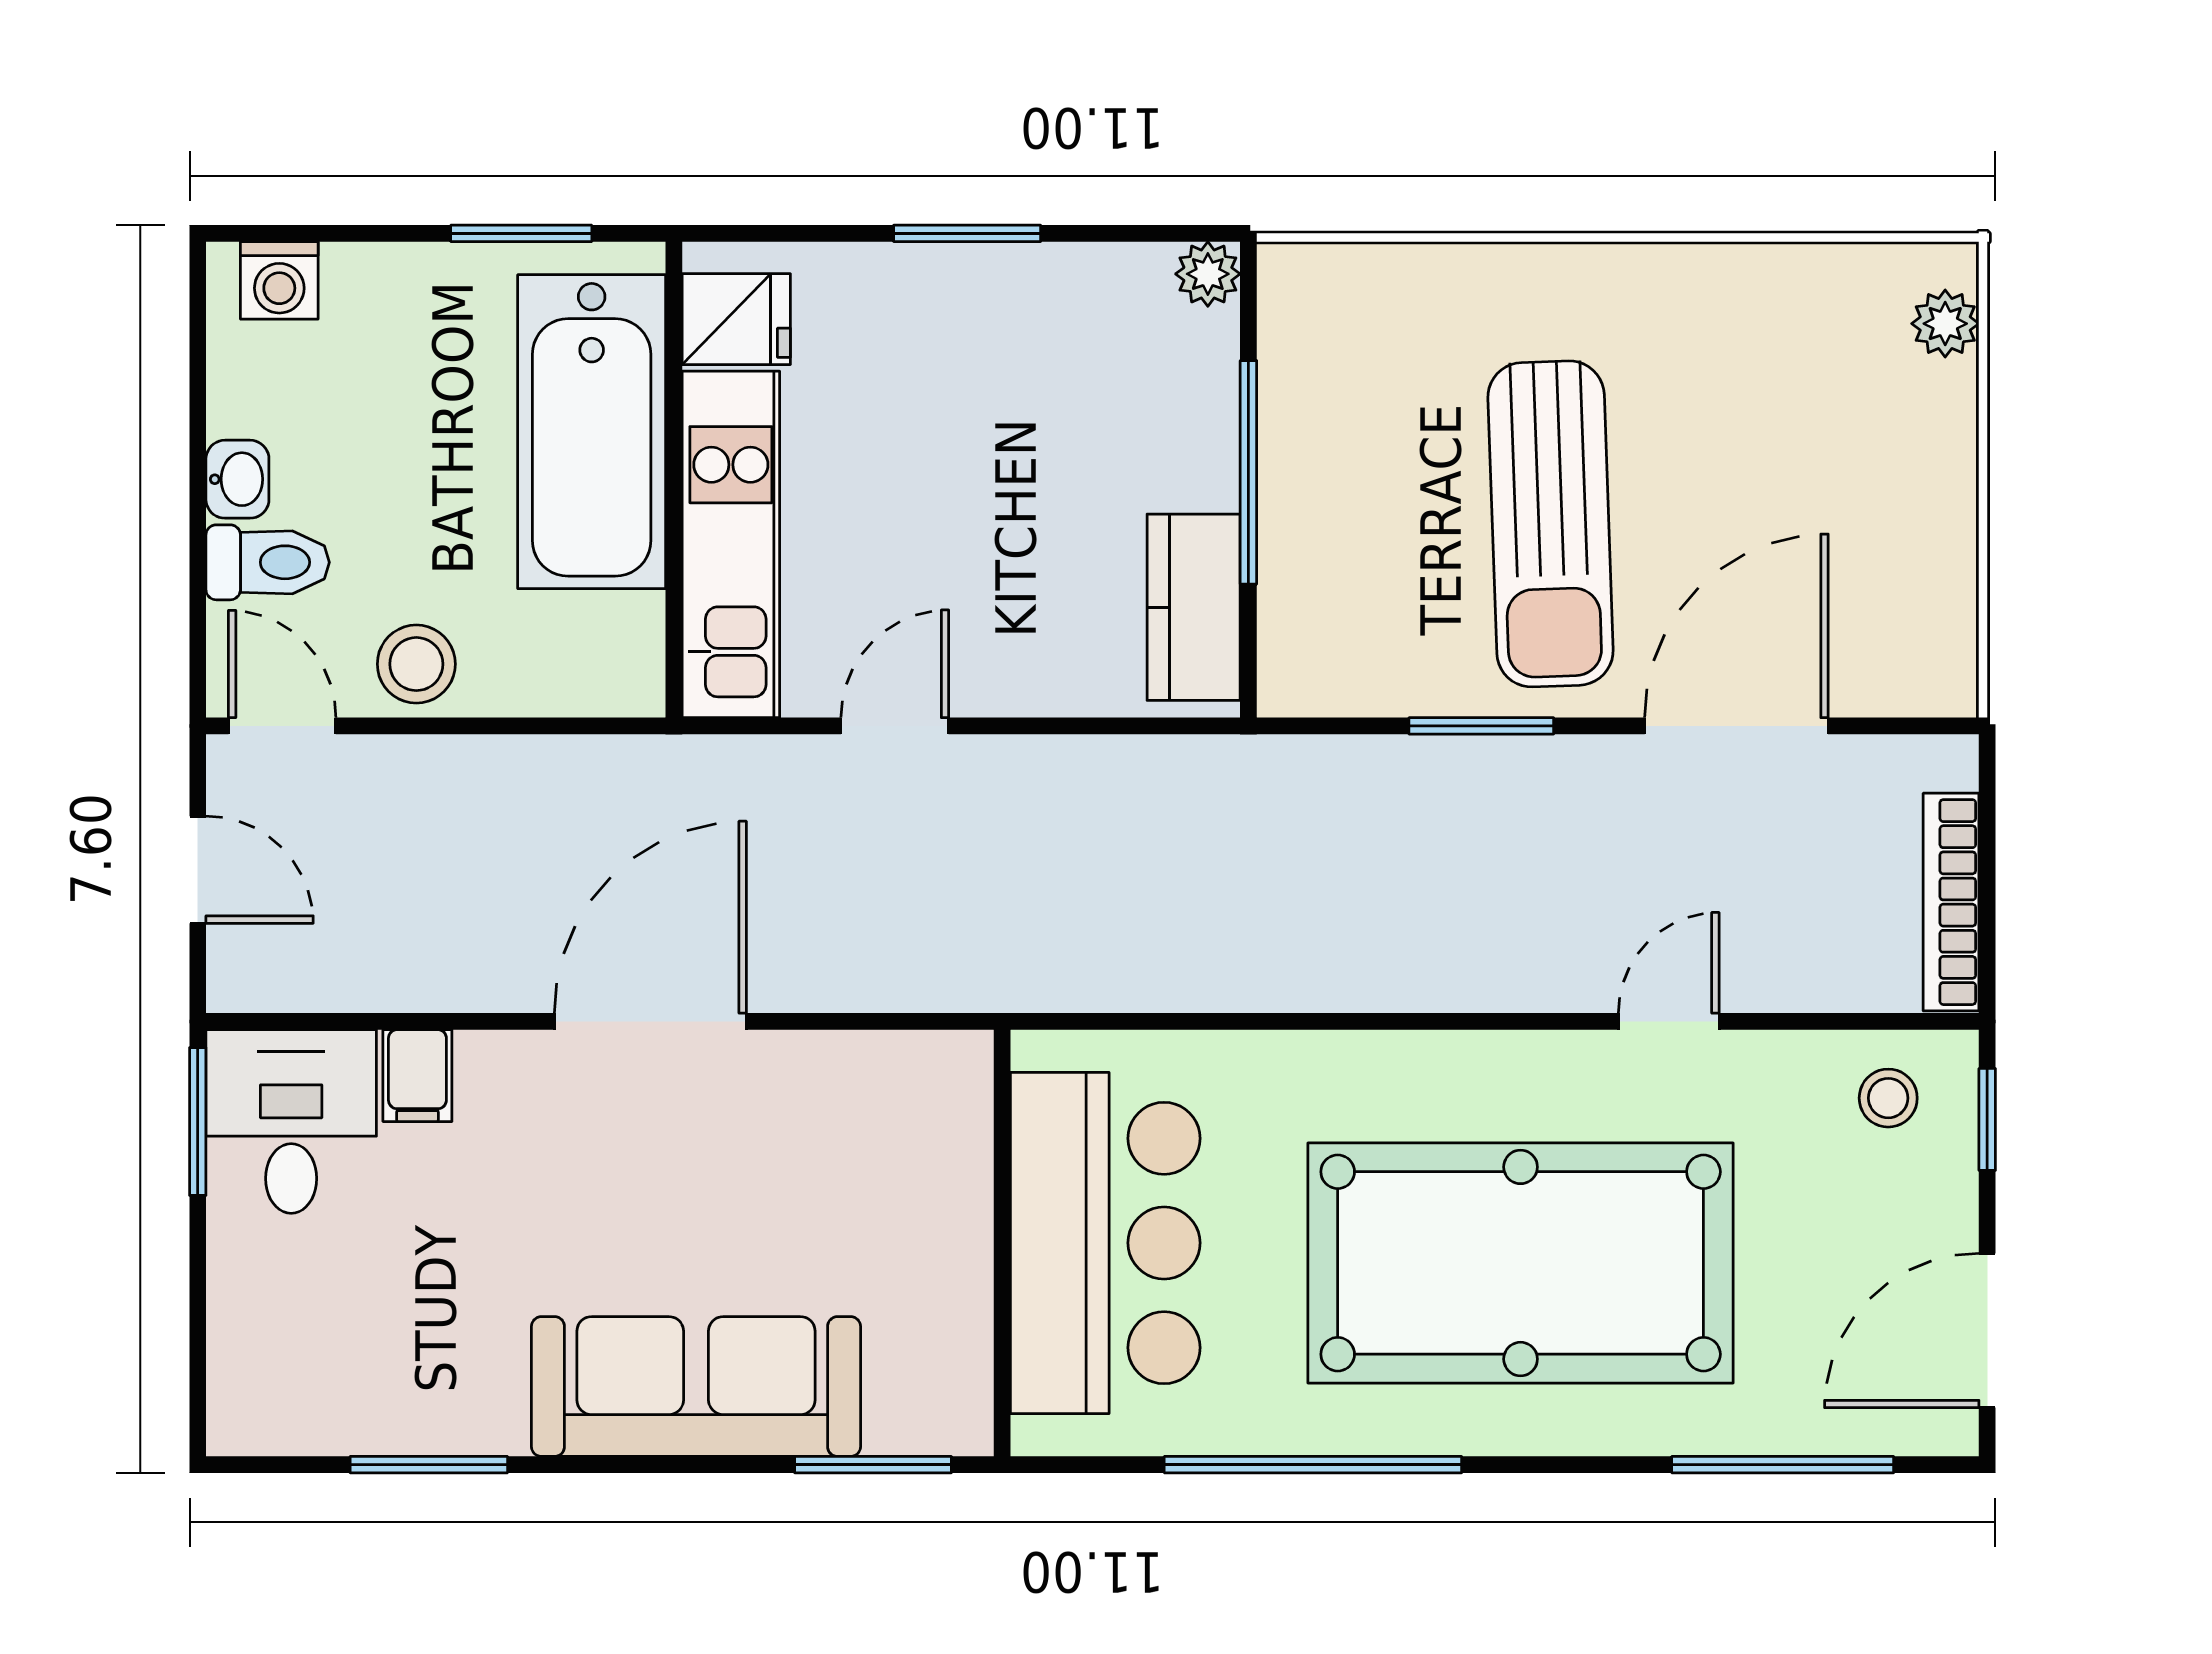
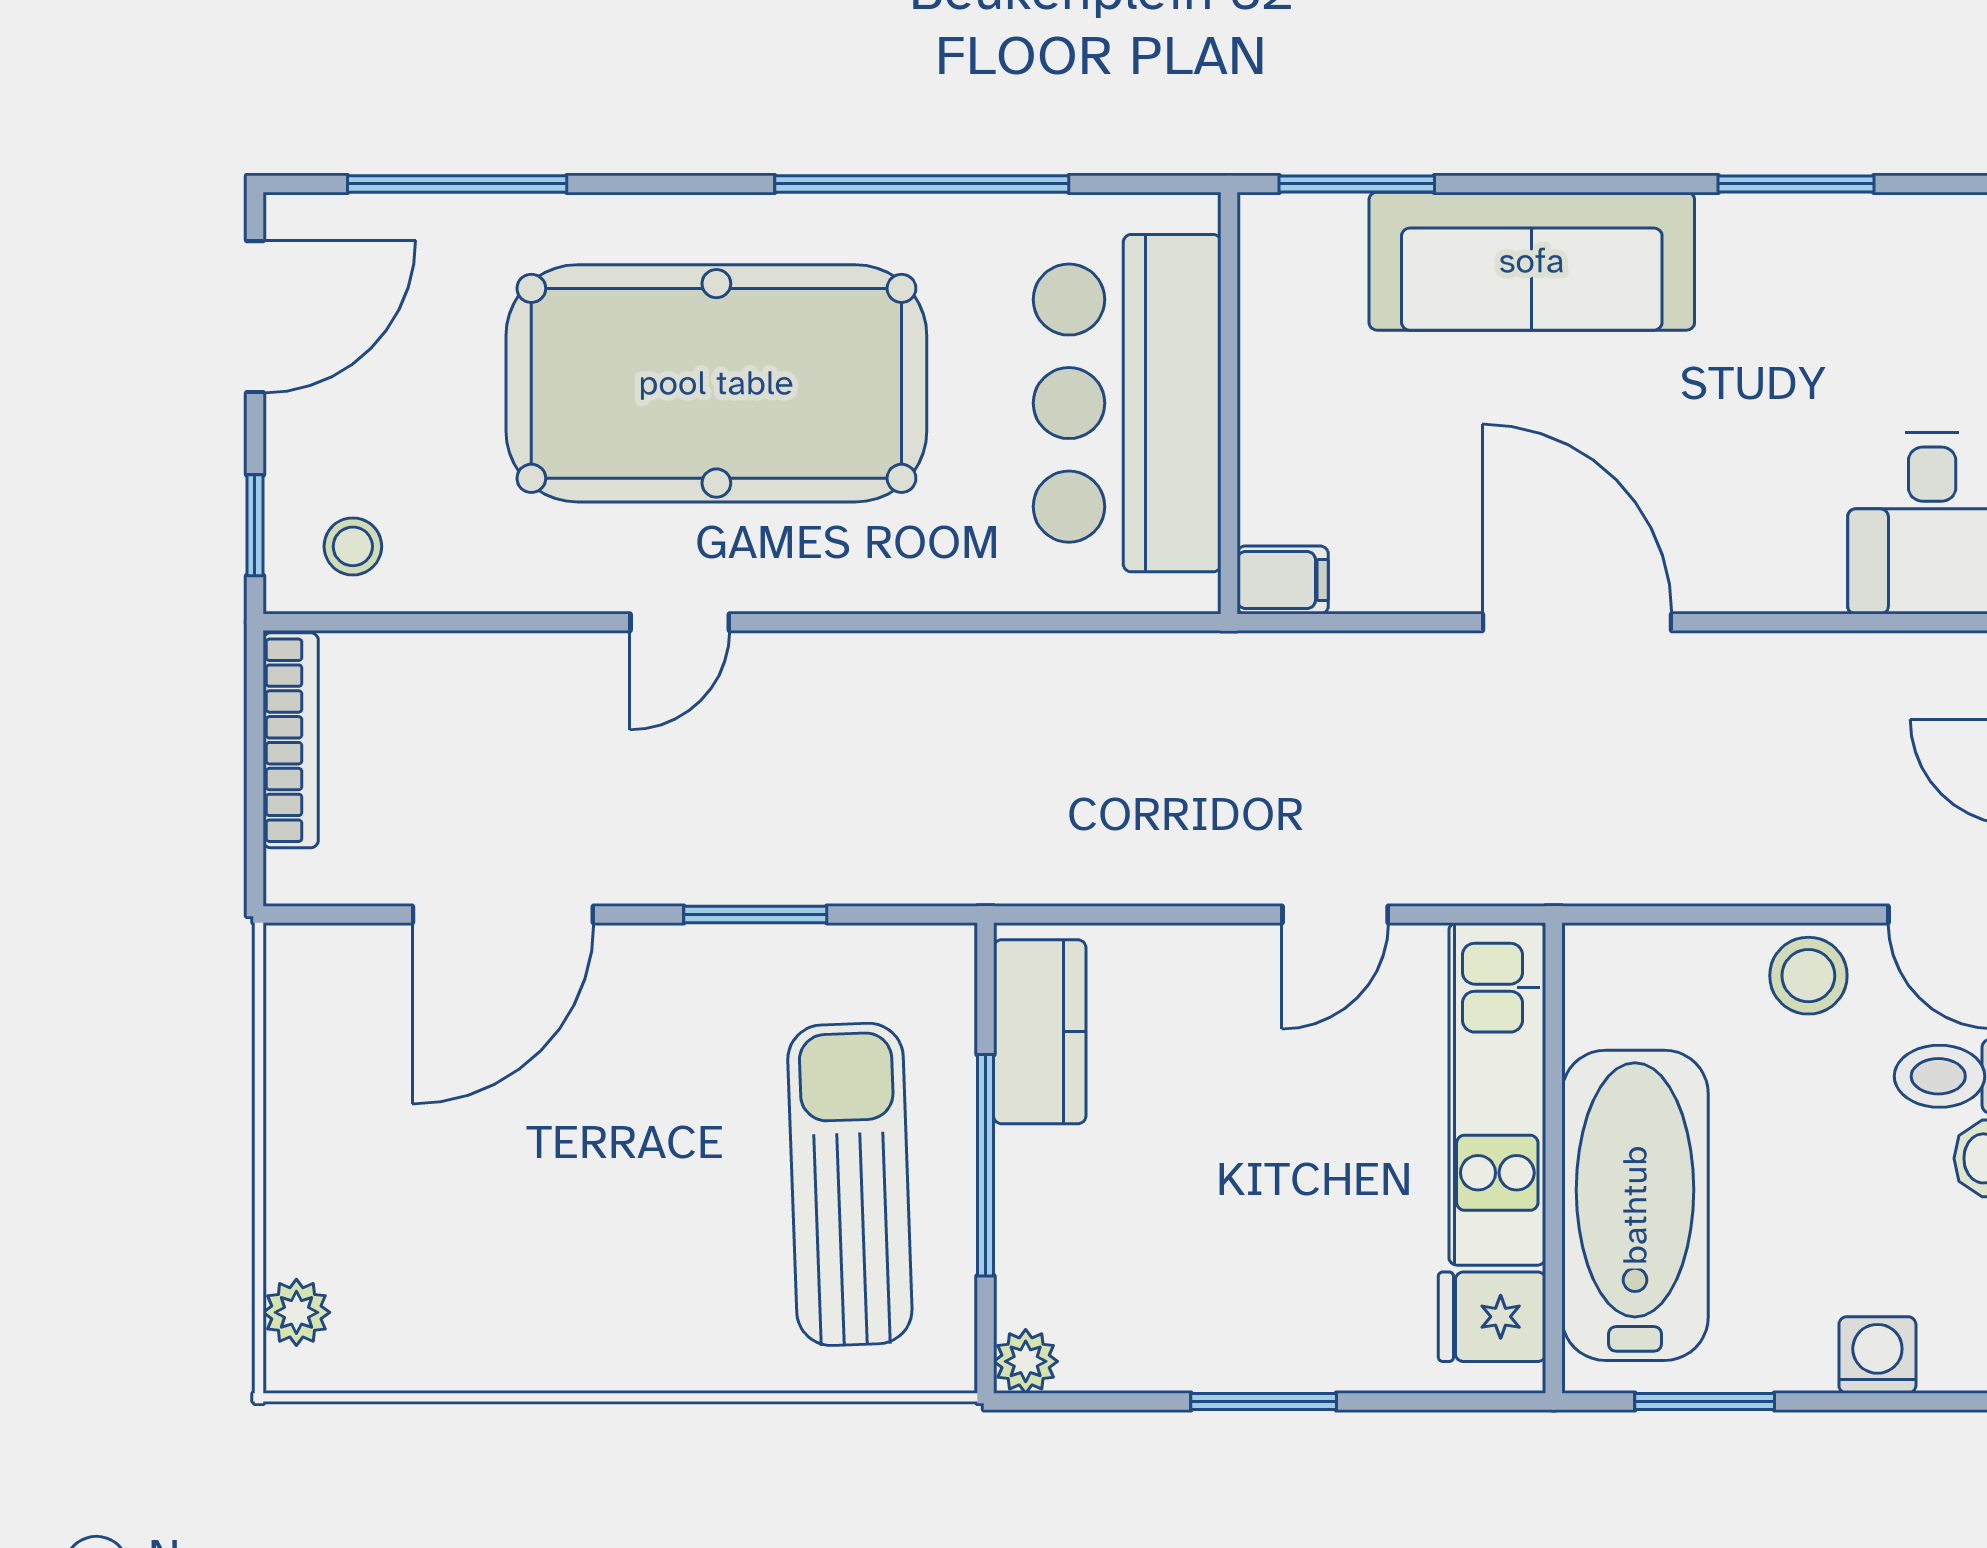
washing machine: (279, 280) -> (1877, 1355), moved
sun lounger: (1551, 524) -> (850, 1184), moved
door: (650, 1021) -> (1577, 622), swing flipped
door: (1669, 1021) -> (680, 622), moved
filing cabinet: (417, 1076) -> (1283, 580), moved, turned 90

